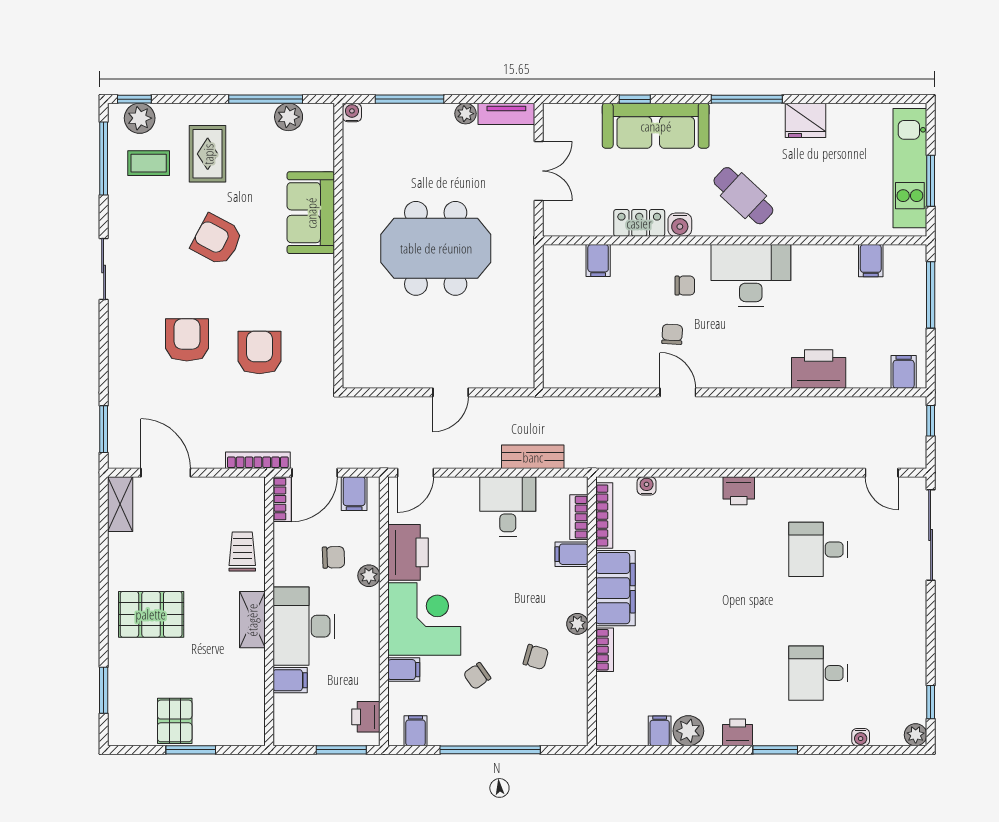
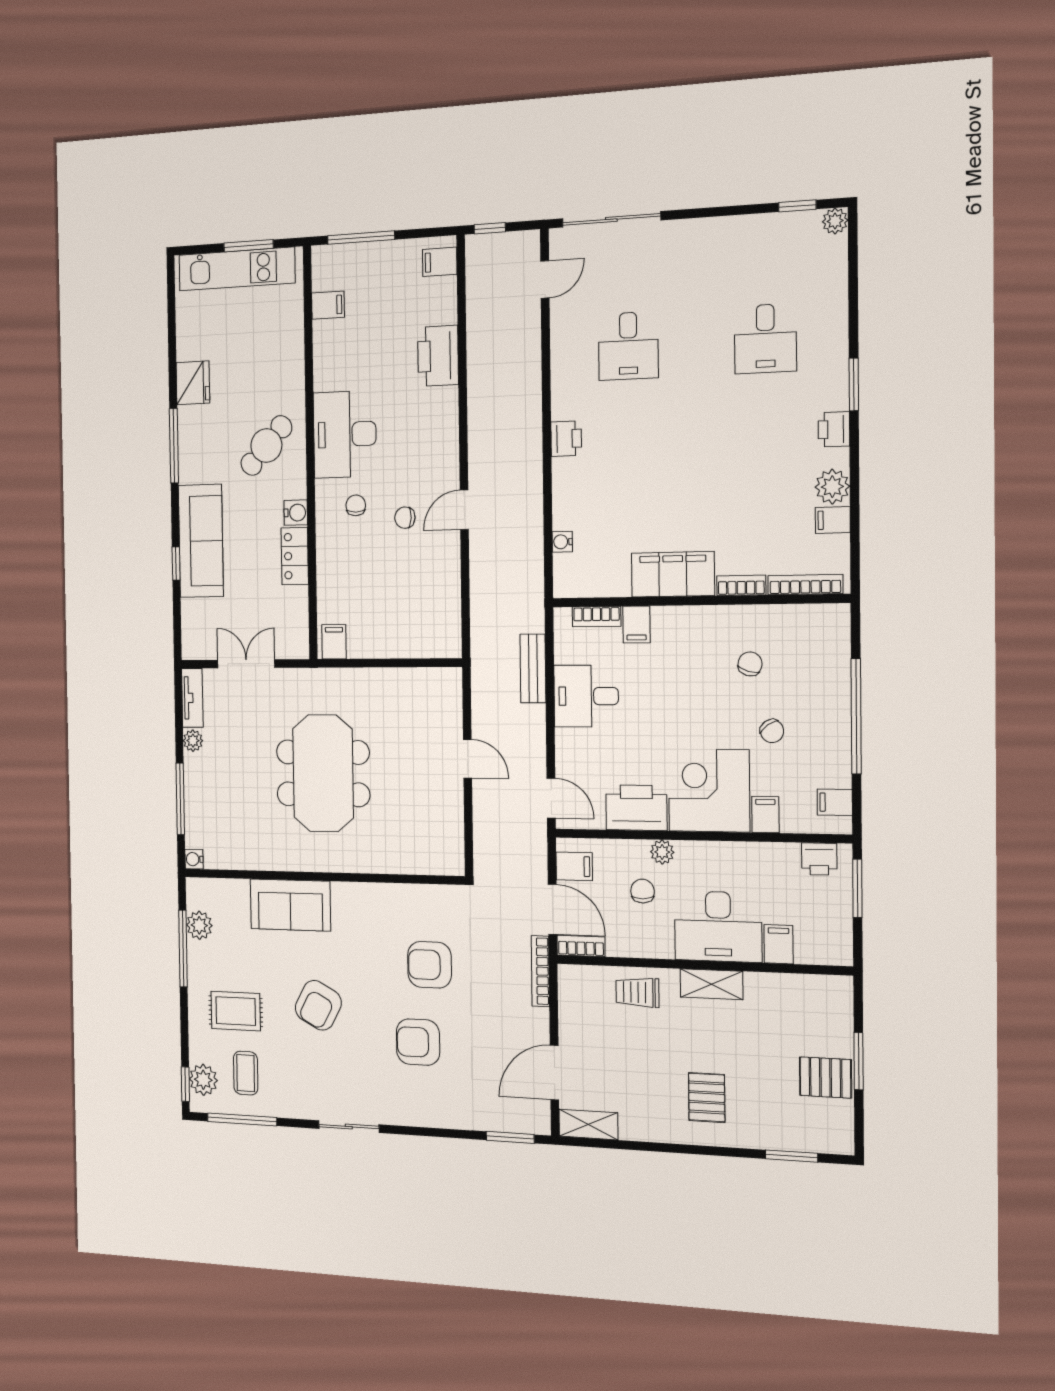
filing cabinet: (598, 260) -> (334, 642), moved, turned -90
bookcase: (604, 516) -> (805, 585), moved
pallet: (151, 614) -> (707, 1097), width x0.67, depth x0.71
plant: (577, 624) -> (713, 617), removed
water cooler: (861, 737) -> (838, 285), removed

